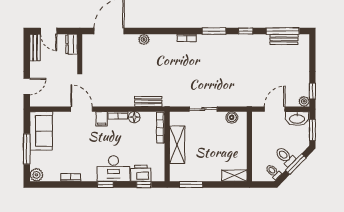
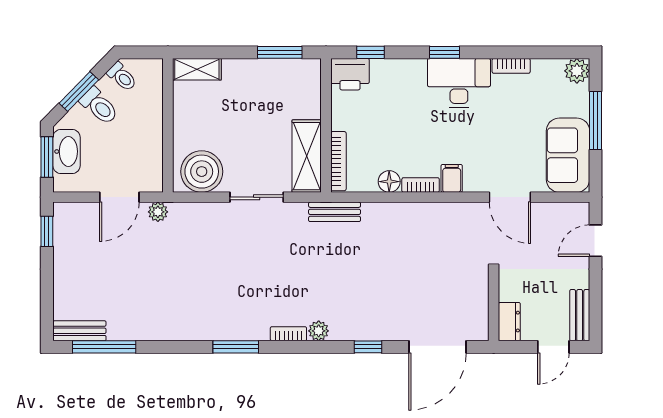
door: (49, 31) -> (553, 347), swing flipped
window: (246, 31) -> (368, 347), moved
plant: (144, 39) -> (319, 331), moved
bench: (284, 39) -> (79, 331), moved
bench: (148, 101) -> (335, 212), moved
plant: (304, 101) -> (158, 212), moved
door: (82, 109) -> (510, 197), moved
boiler: (232, 117) -> (202, 172), width x1.86, depth x1.86
washbasin: (297, 119) -> (66, 151), moved, turned 90
shelving: (177, 145) -> (307, 156), moved
desk: (113, 169) -> (459, 83), moved
printer: (141, 173) -> (350, 74), moved

